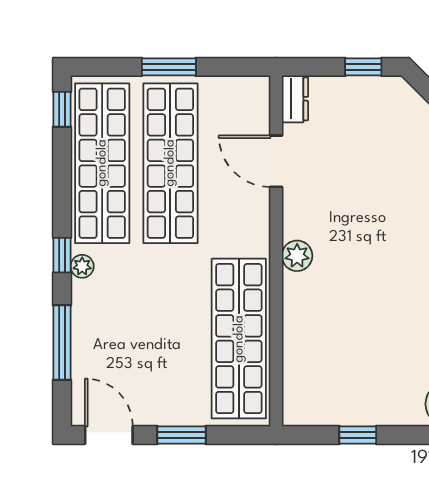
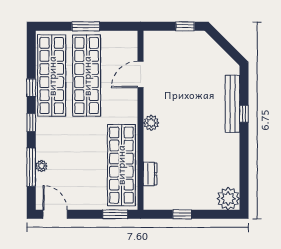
dresser: (295, 99) -> (150, 174), moved
window: (62, 109) -> (31, 88), moved
door: (276, 161) -> (140, 75), hinge flipped
plant: (82, 266) -> (41, 166), moved
window: (182, 435) -> (115, 214), moved

